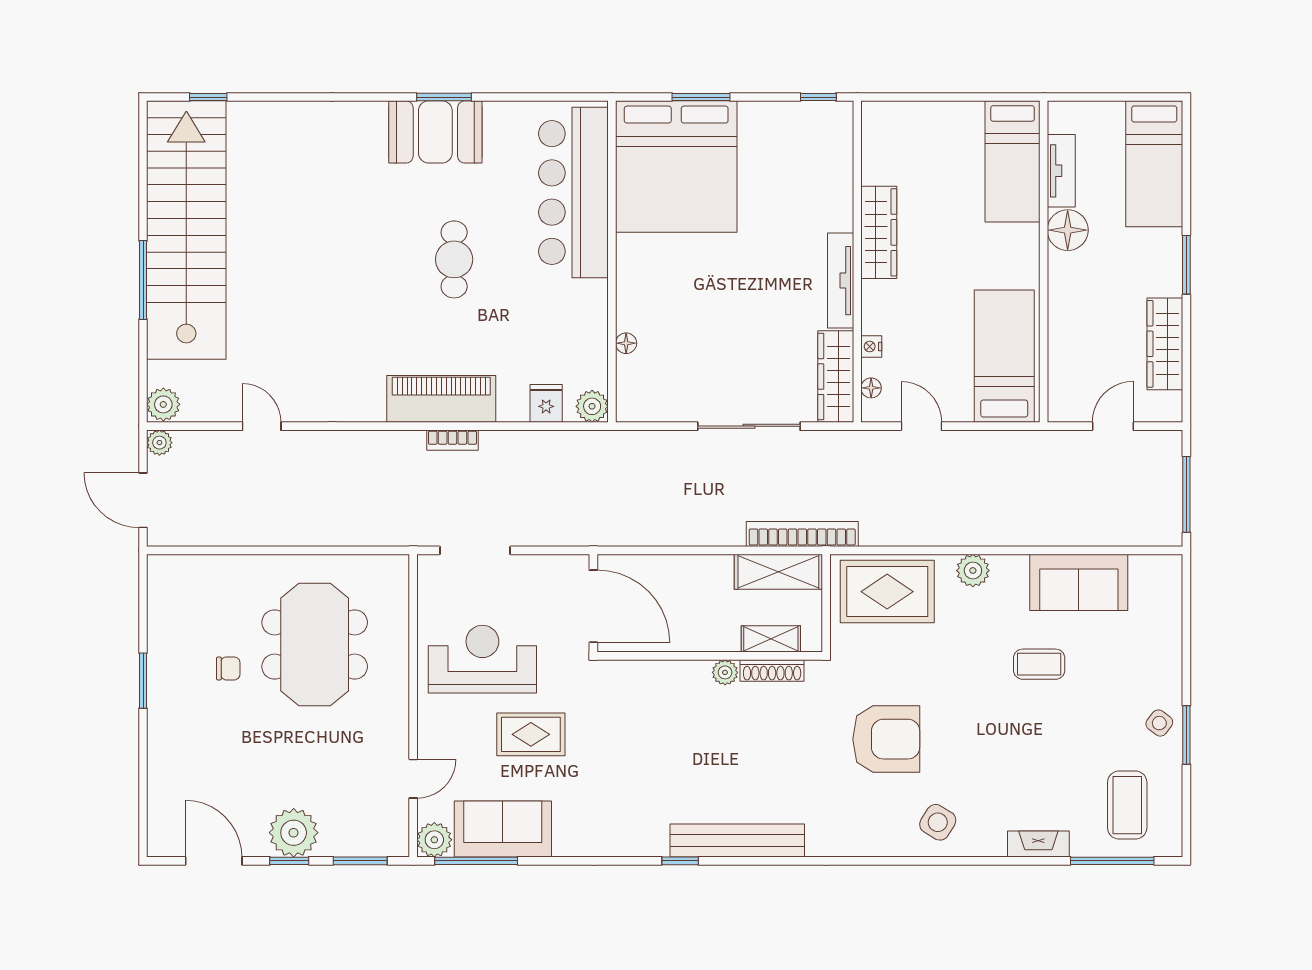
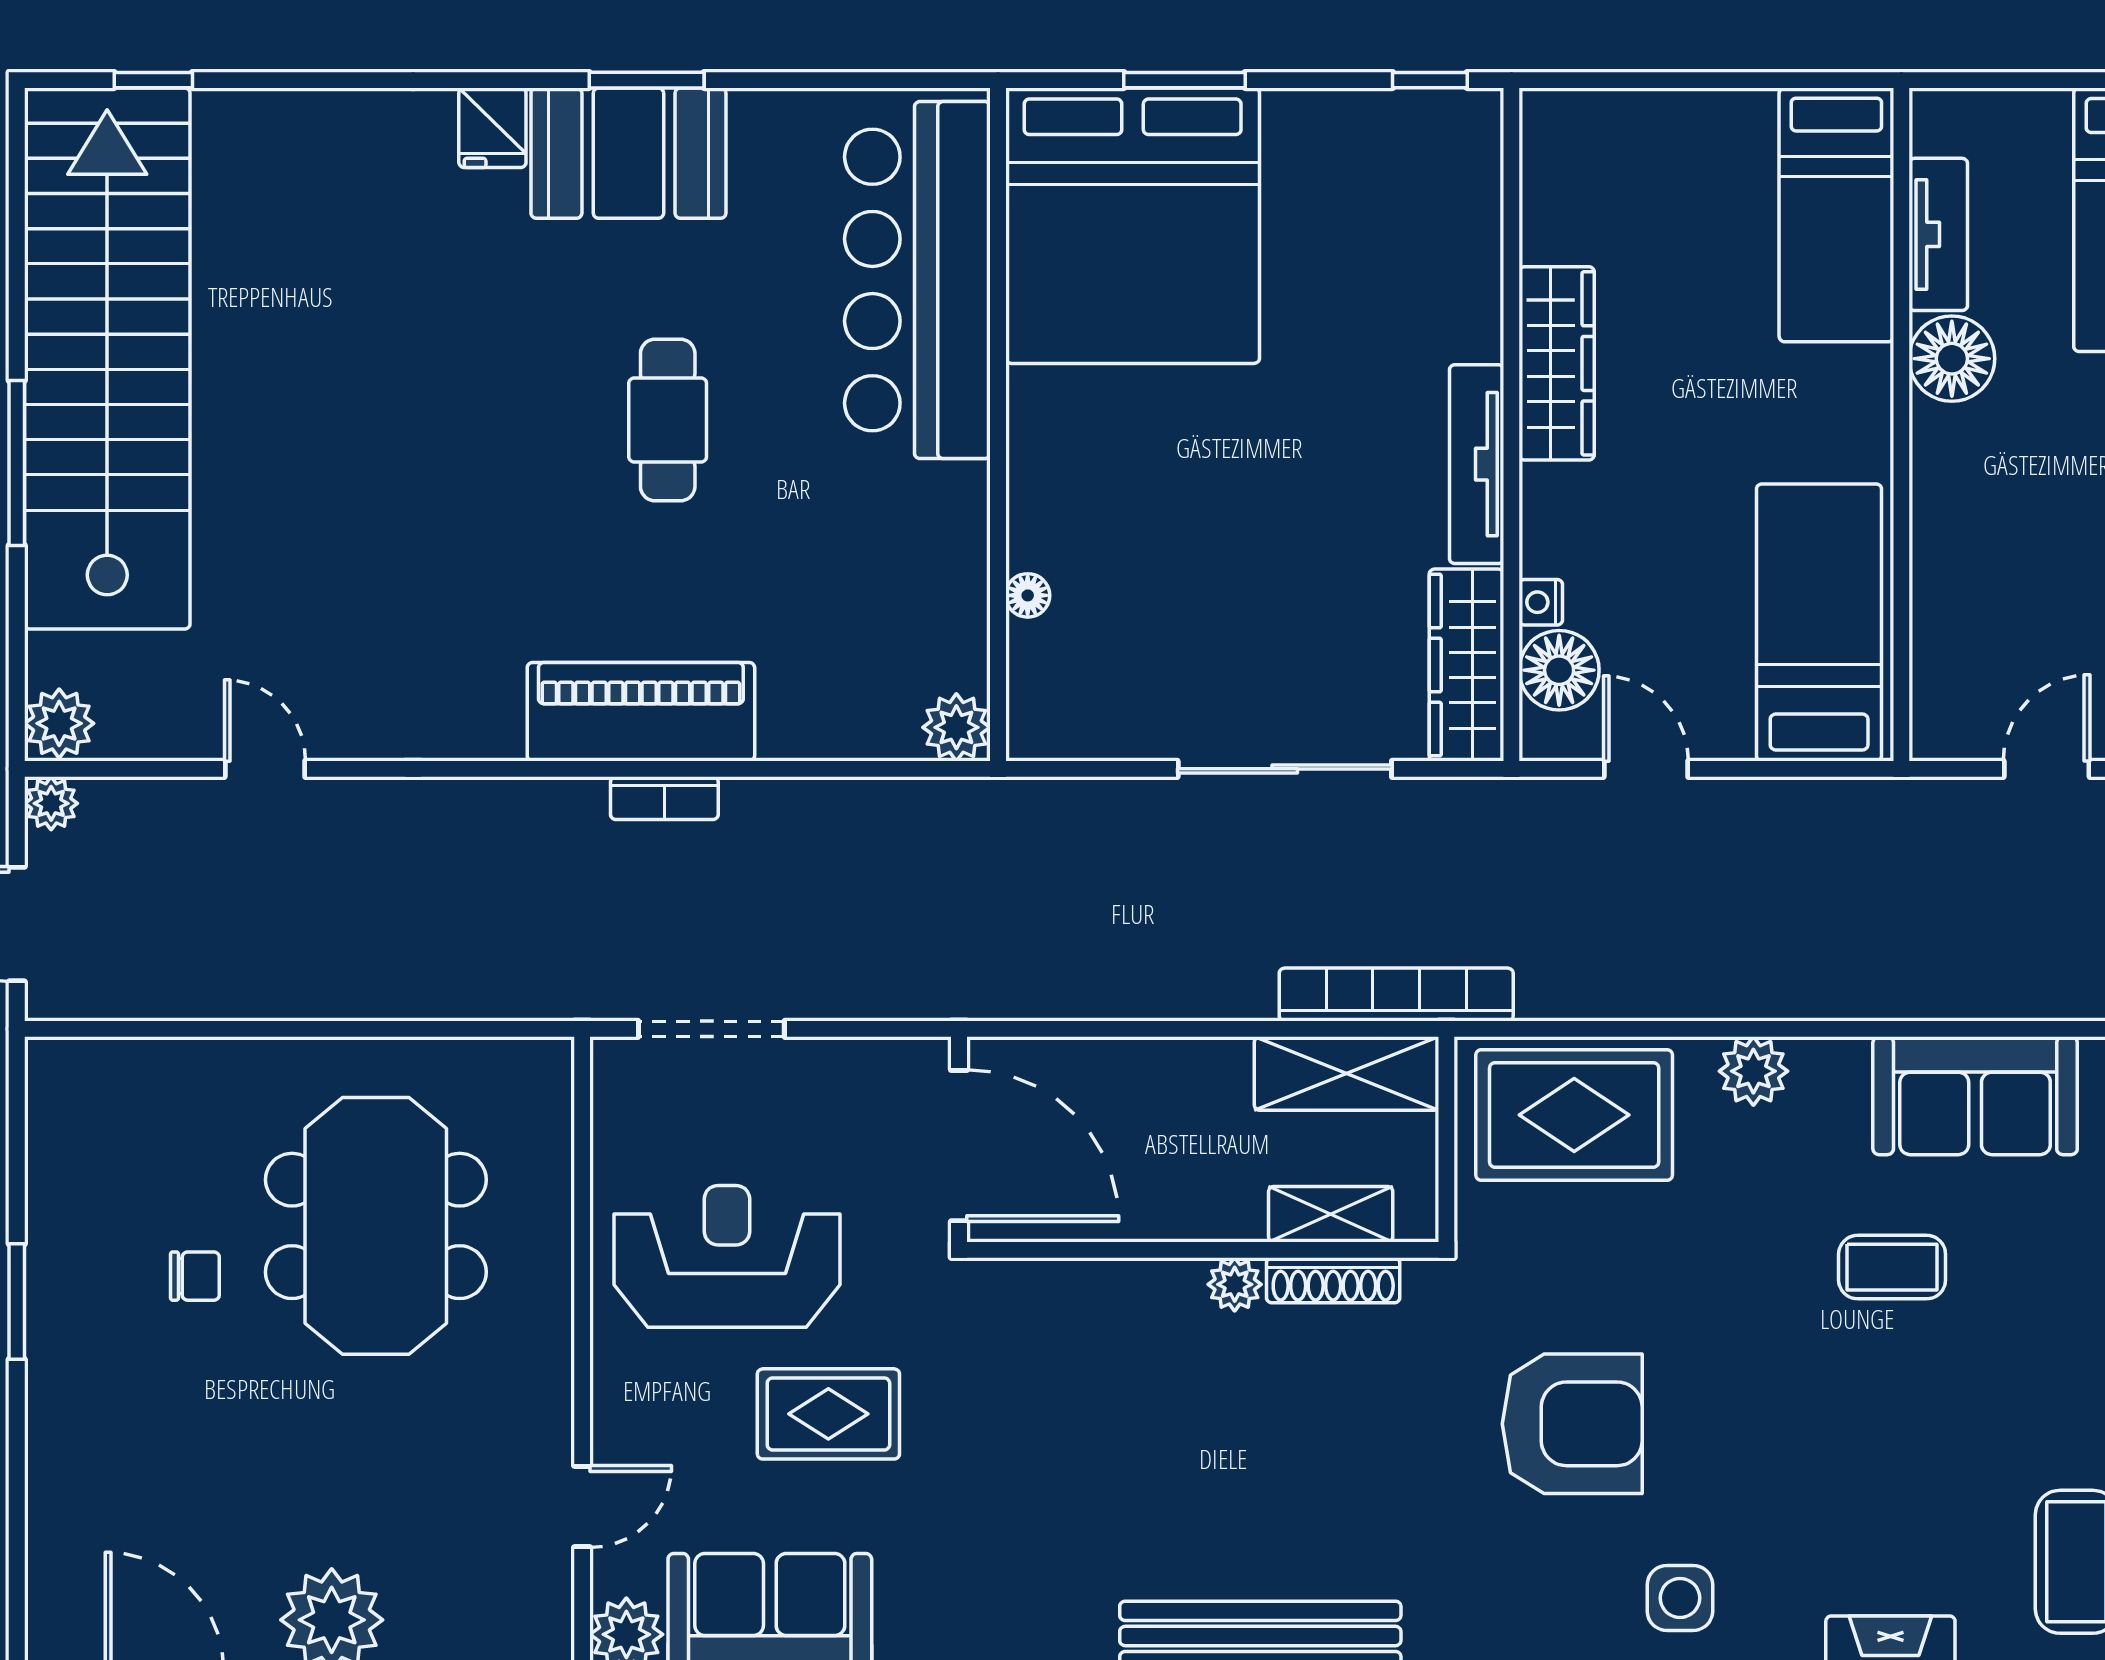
floor lamp: (871, 388) -> (1559, 670), width x1.89, depth x1.89
fridge: (546, 403) -> (492, 128), moved, turned 180
side table: (938, 822) -> (1680, 1598), turned -32

